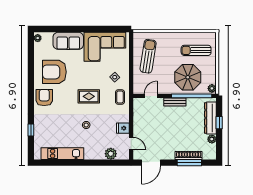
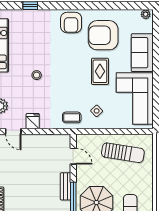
armchair: (54, 72) -> (103, 35), turned -90
rug: (89, 96) -> (100, 71), moved
armchair: (44, 98) -> (71, 23), turned 90
door: (131, 144) -> (13, 131), hinge flipped

